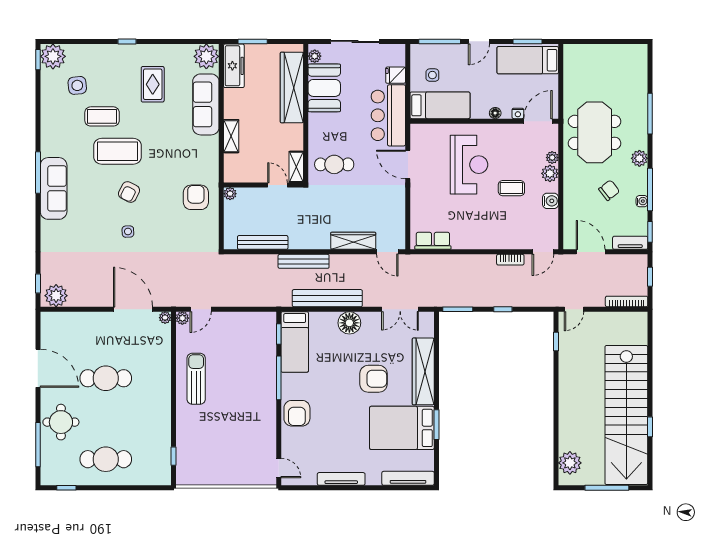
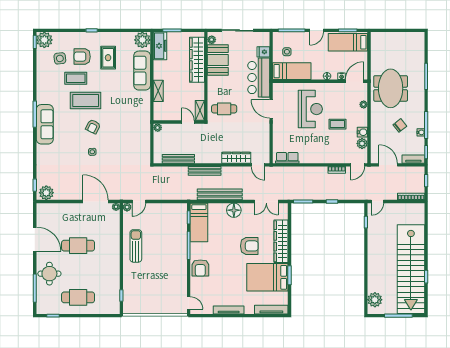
plant: (639, 158) -> (419, 105), removed
plant: (550, 173) -> (362, 143), moved
armchair: (196, 197) -> (82, 57), moved, turned -90

